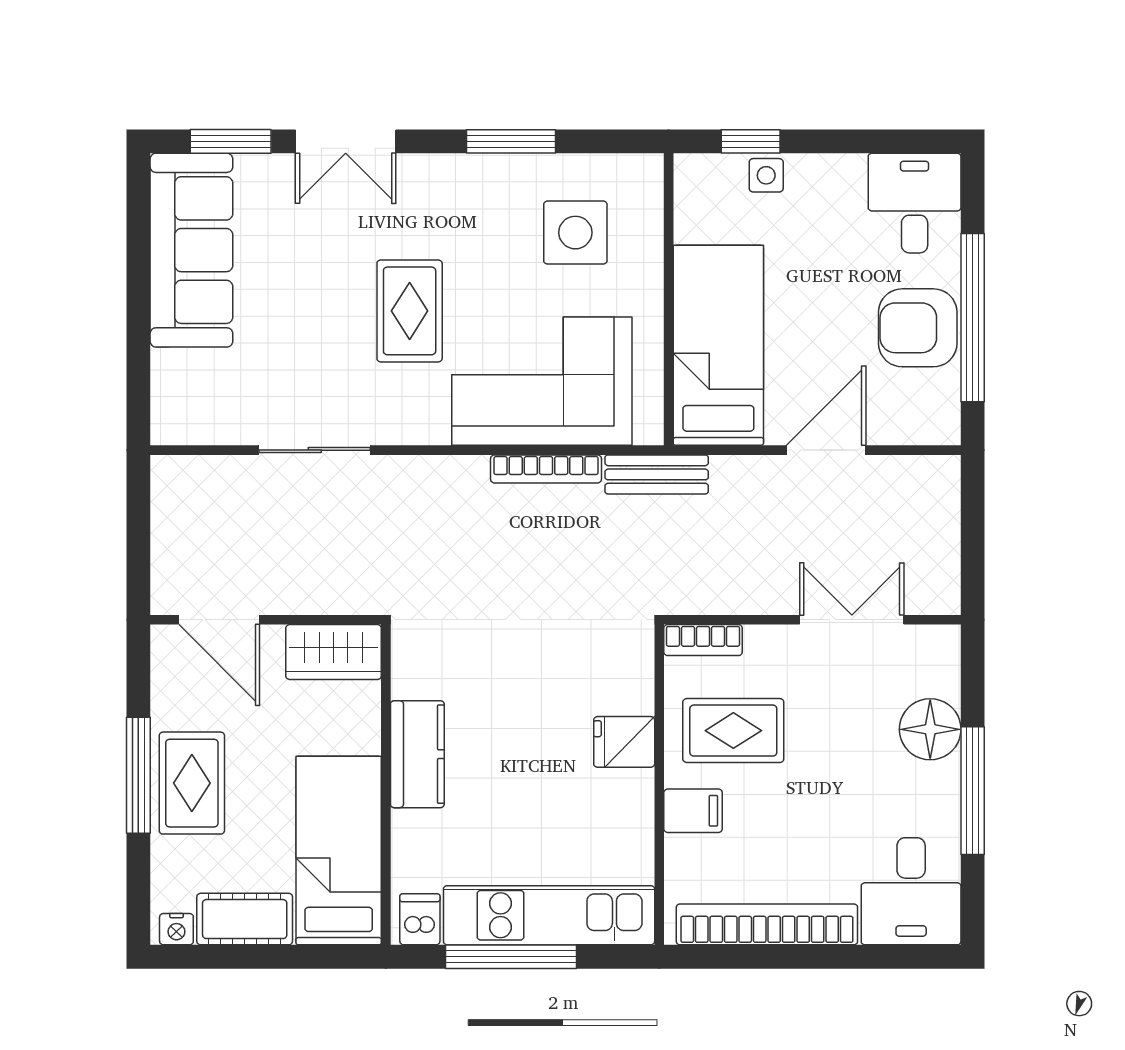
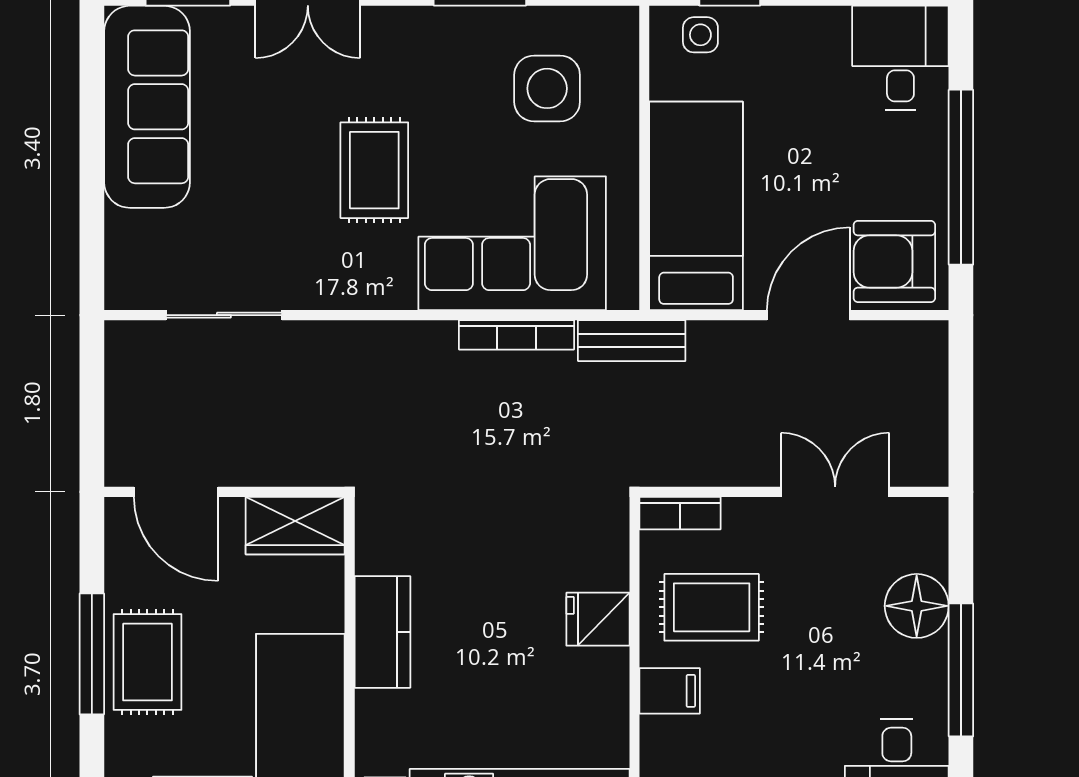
side table: (766, 175) -> (700, 35), moved
armchair: (918, 328) -> (894, 261), moved
sliding door: (315, 450) -> (224, 315), moved

